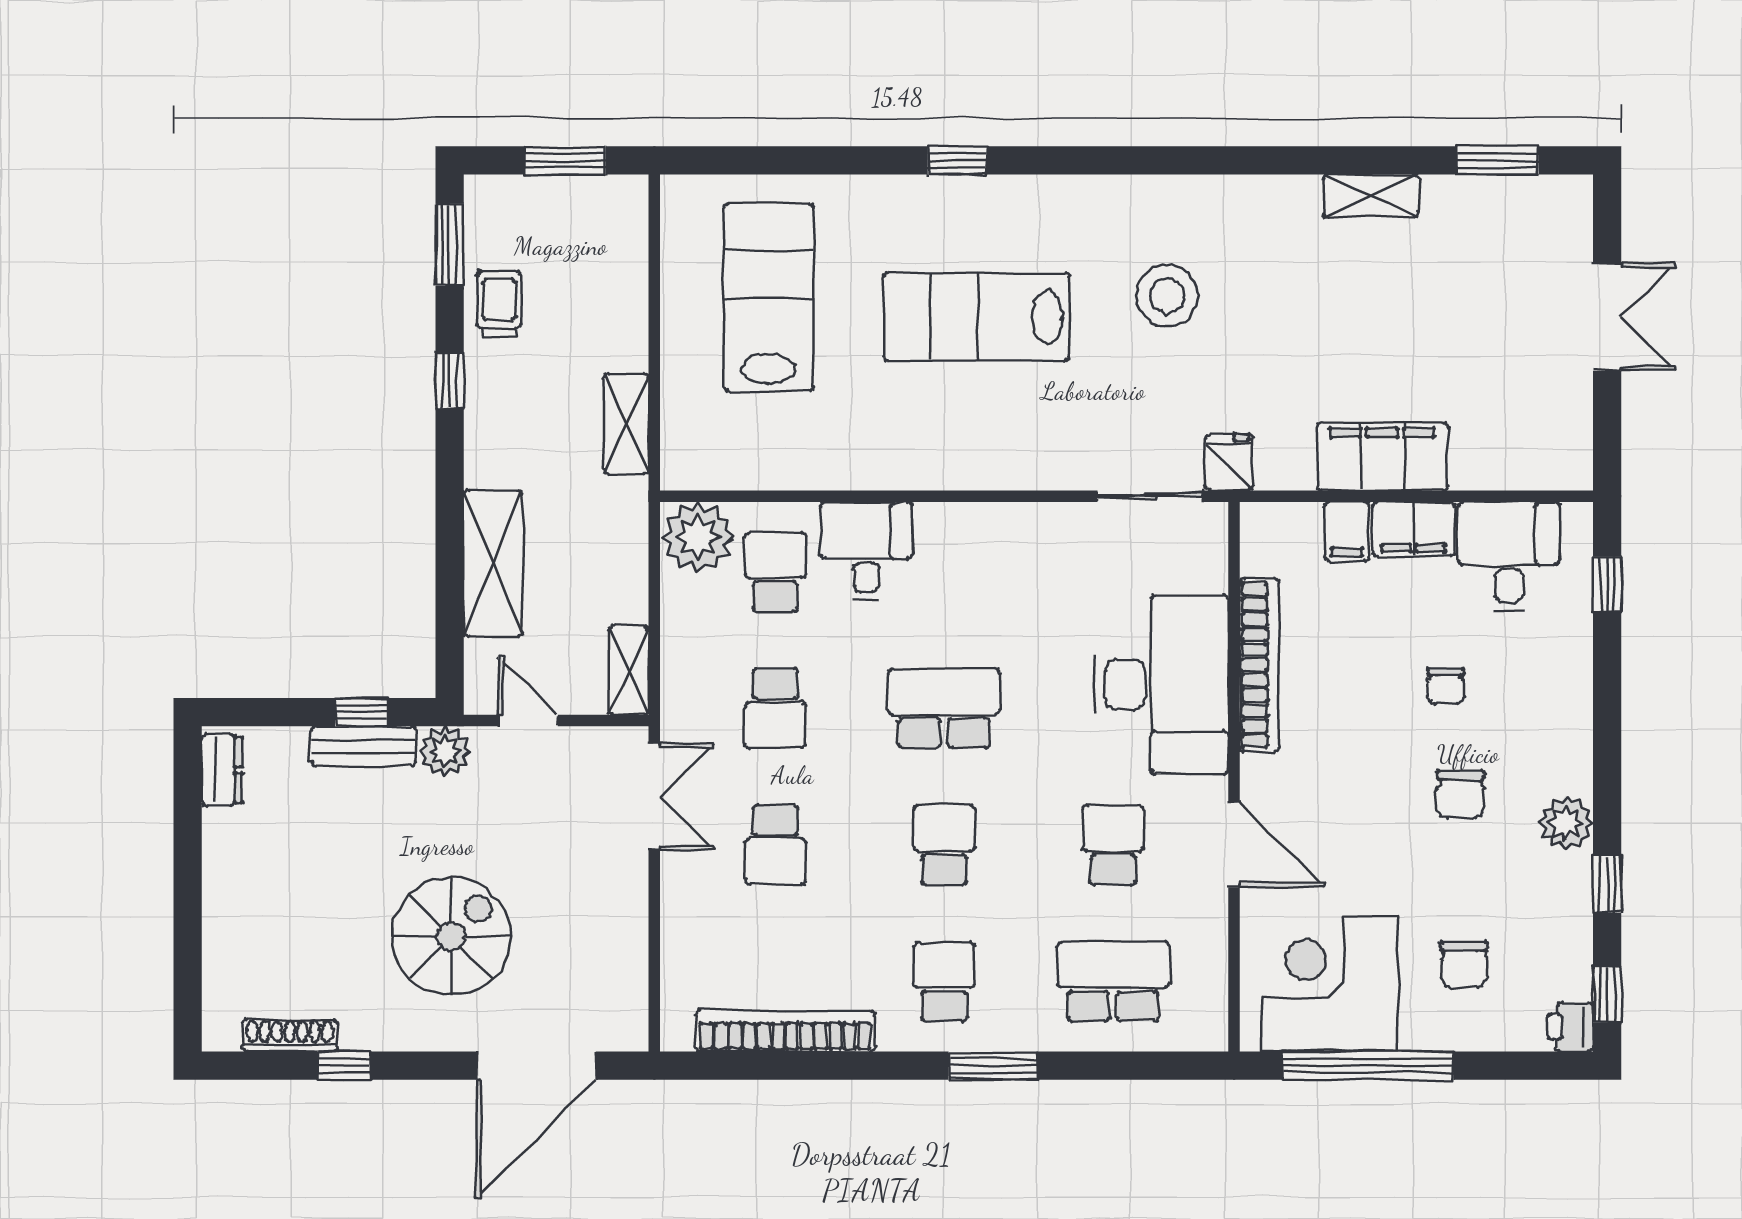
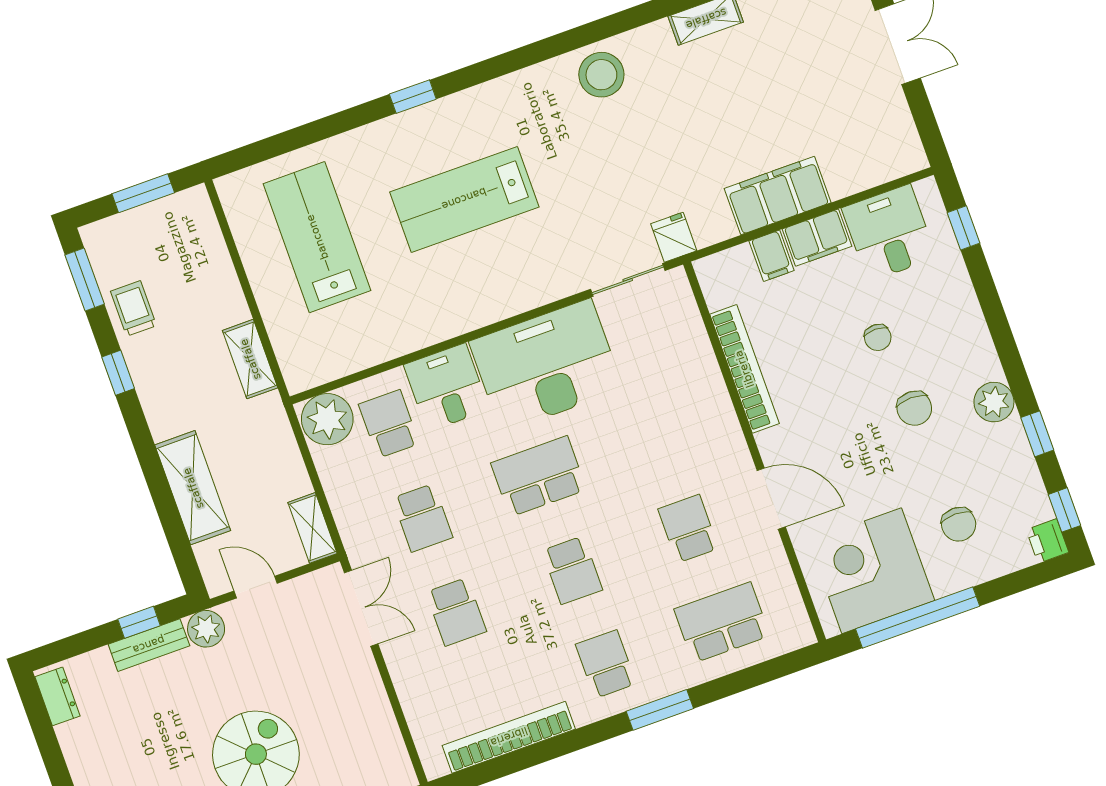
stool: (1167, 296) -> (601, 75), moved
desk: (1161, 685) -> (546, 365), moved, turned -90
school desk: (944, 845) -> (572, 570), turned 180

